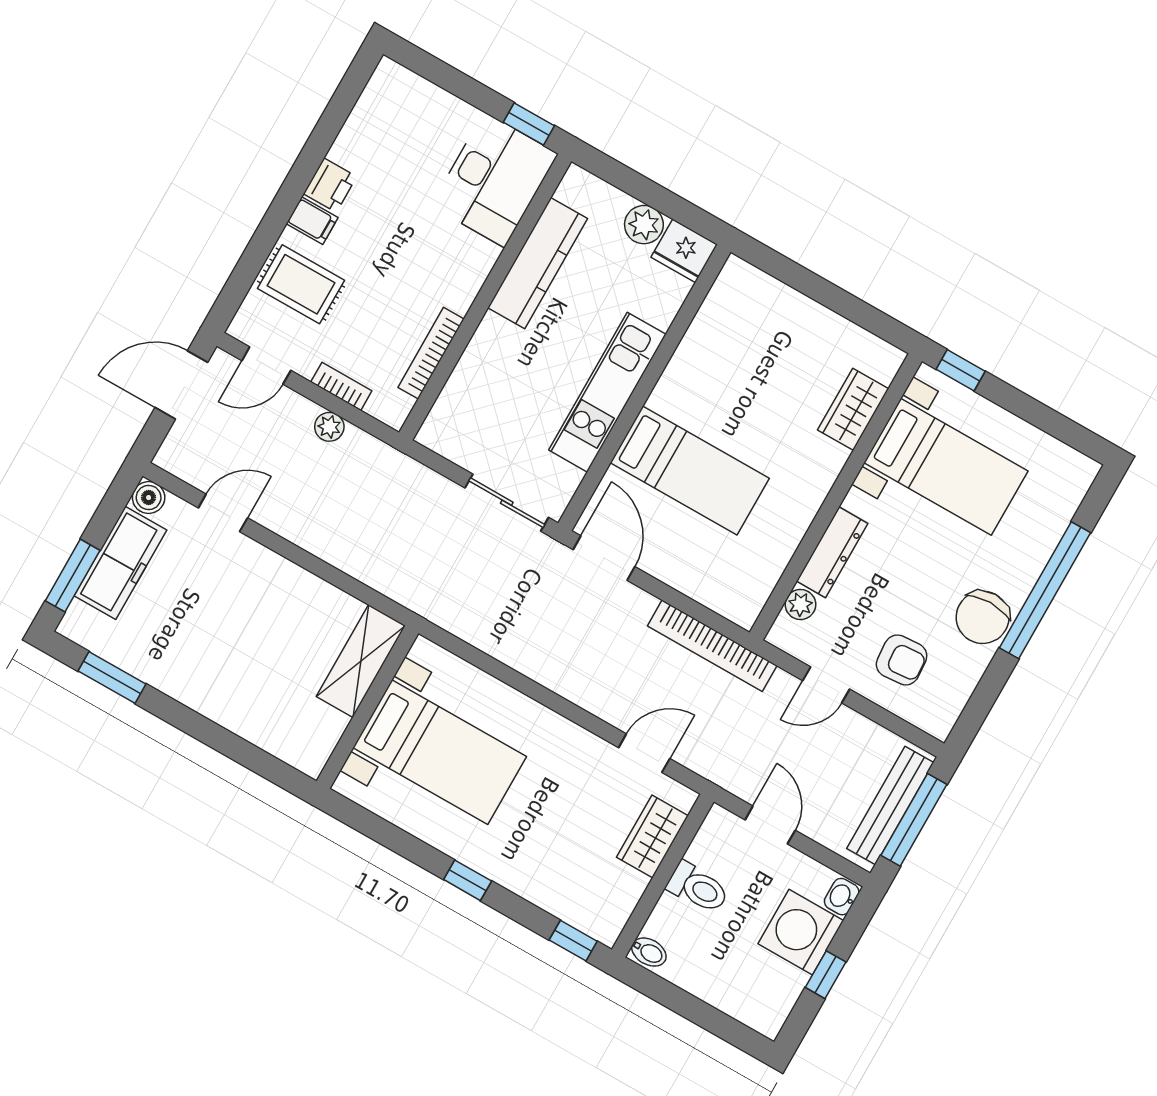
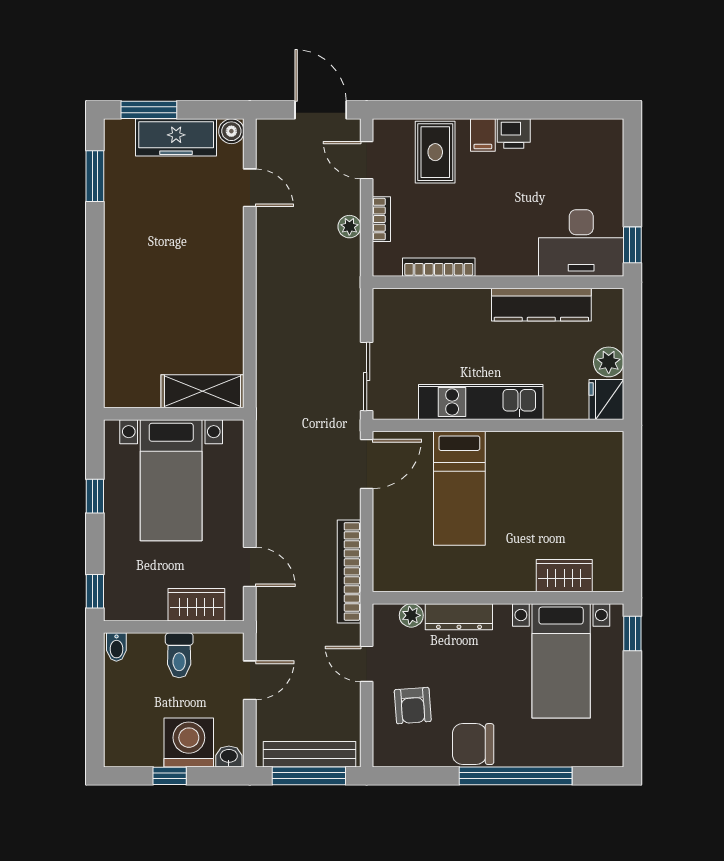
shelving: (361, 661) -> (203, 391), moved
wall: (367, 707) -> (174, 414), moved
bed with nightstands: (440, 752) -> (171, 480), moved

